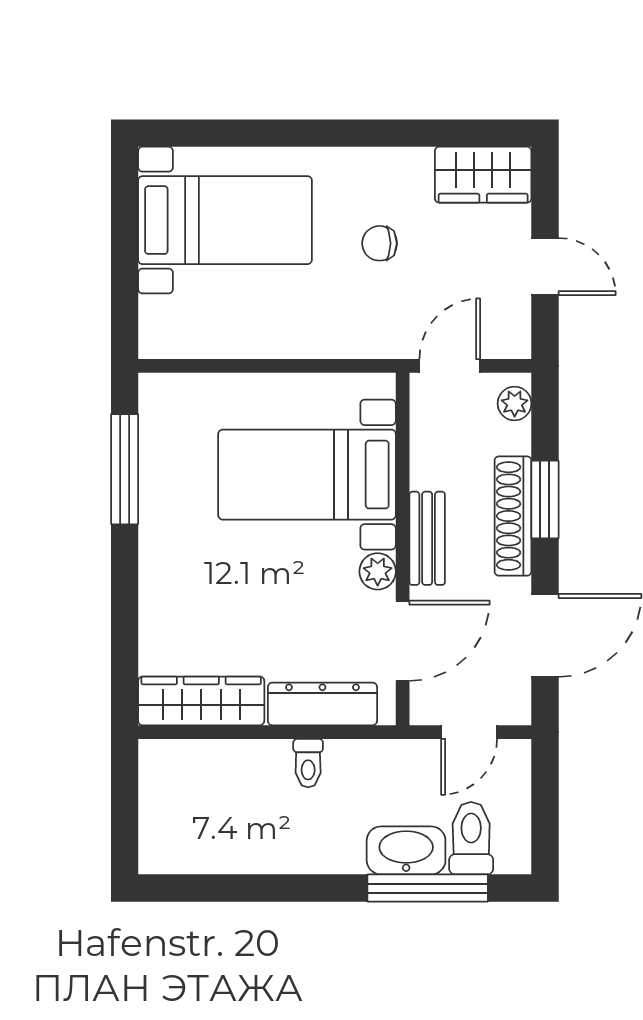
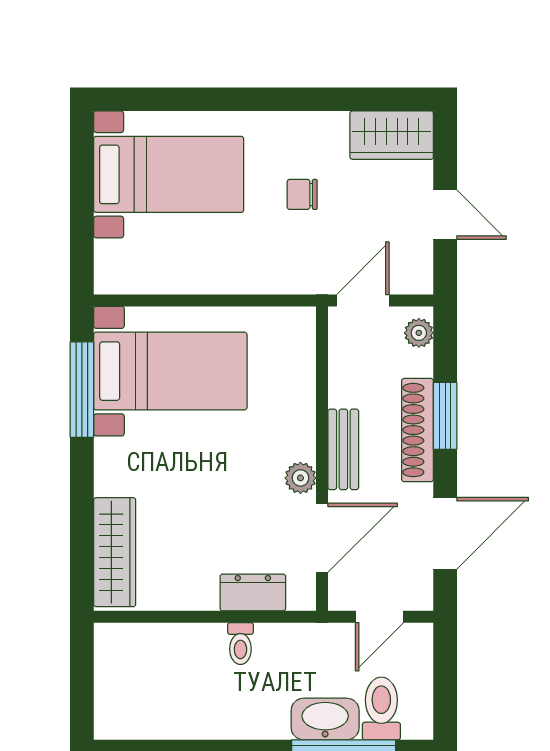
bed with nightstands: (307, 475) -> (170, 371), moved, turned 180
wardrobe: (201, 701) -> (115, 552), moved, turned 90
dresser: (322, 704) -> (253, 592), width x0.70

